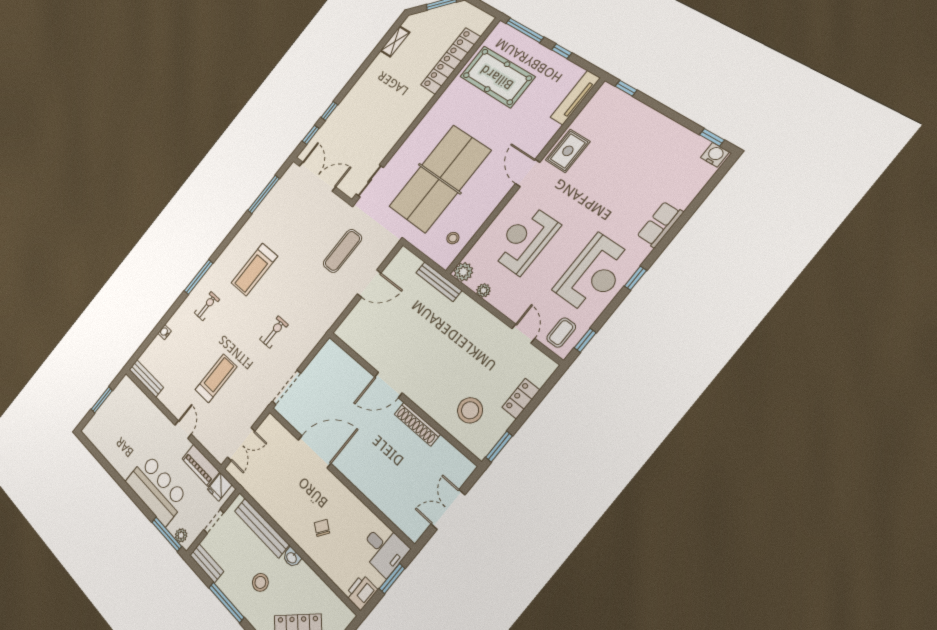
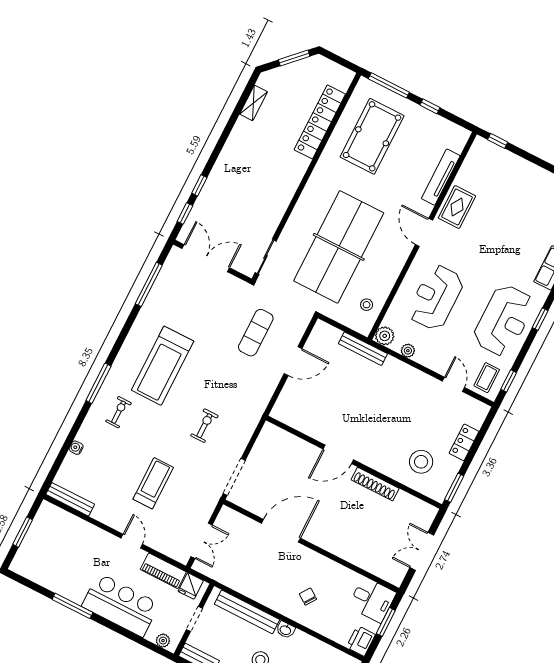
pool table: (497, 77) -> (372, 136), turned 90
tv unit: (575, 98) -> (441, 177), moved
treadmill: (254, 270) -> (163, 366), width x1.37, depth x1.38
window: (167, 534) -> (73, 606), moved

